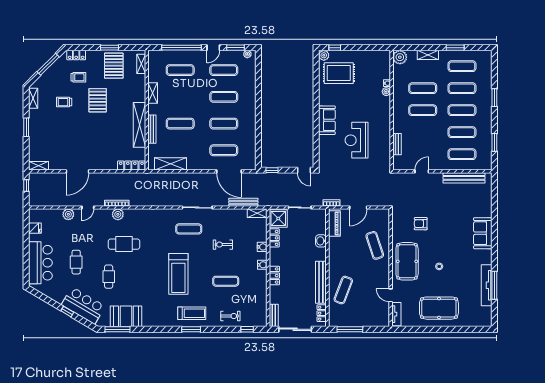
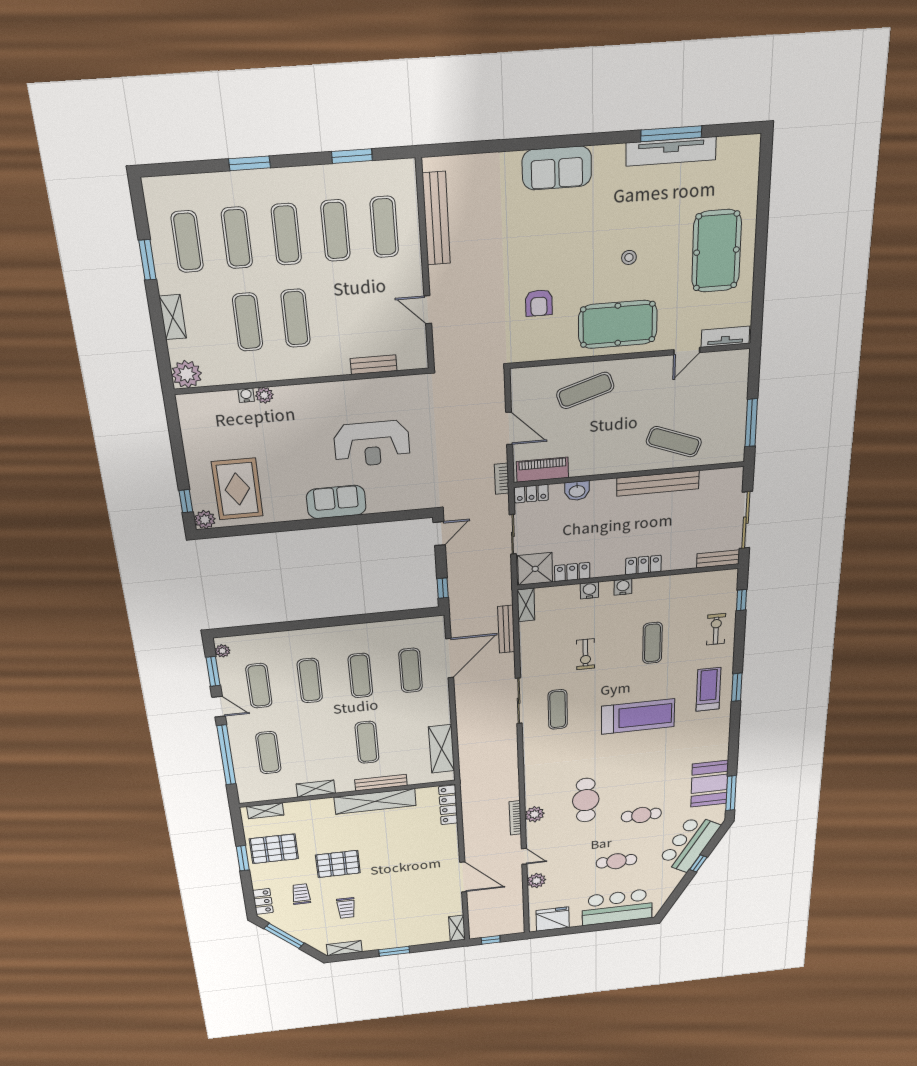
fridge: (35, 228) -> (553, 919), width x1.88, depth x1.34
locker: (322, 313) -> (531, 494), moved

